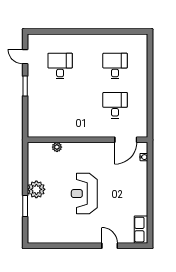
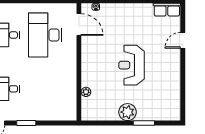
desk: (115, 105) -> (45, 35), width x1.87, depth x1.30
reception desk: (84, 194) -> (132, 65), turned 90

